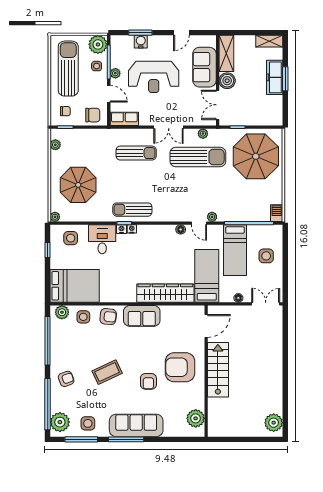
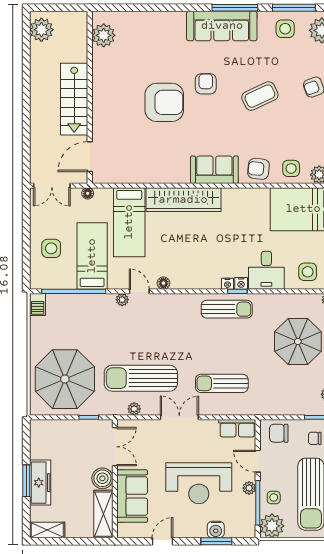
reception desk: (154, 77) -> (199, 483), turned 180
door: (206, 326) -> (90, 157), moved
stairs: (218, 370) -> (74, 99), moved
wall: (206, 371) -> (90, 97), moved
plant: (196, 418) -> (104, 35), moved

